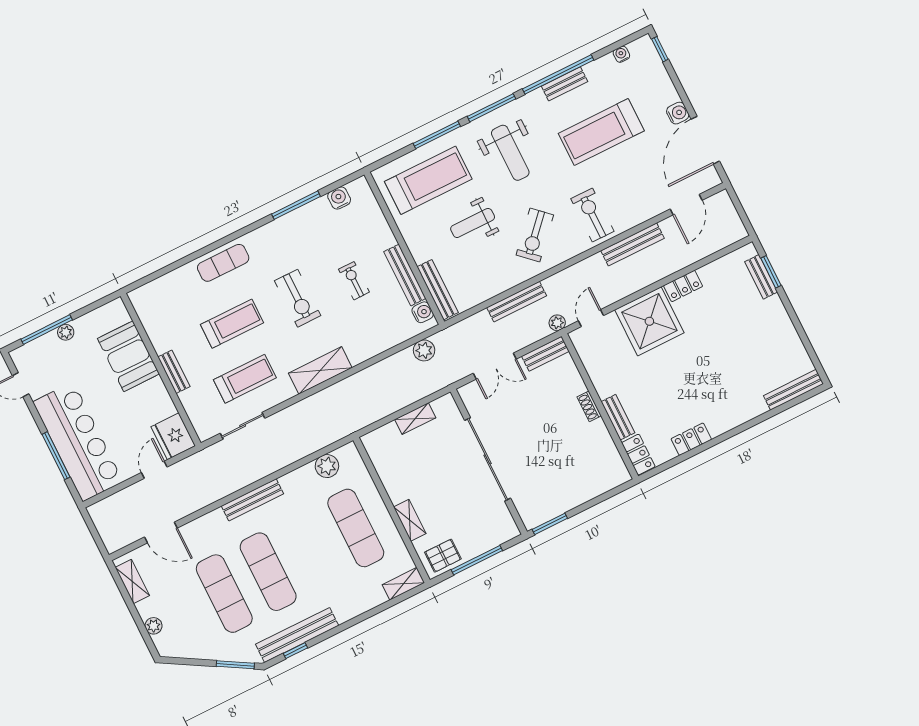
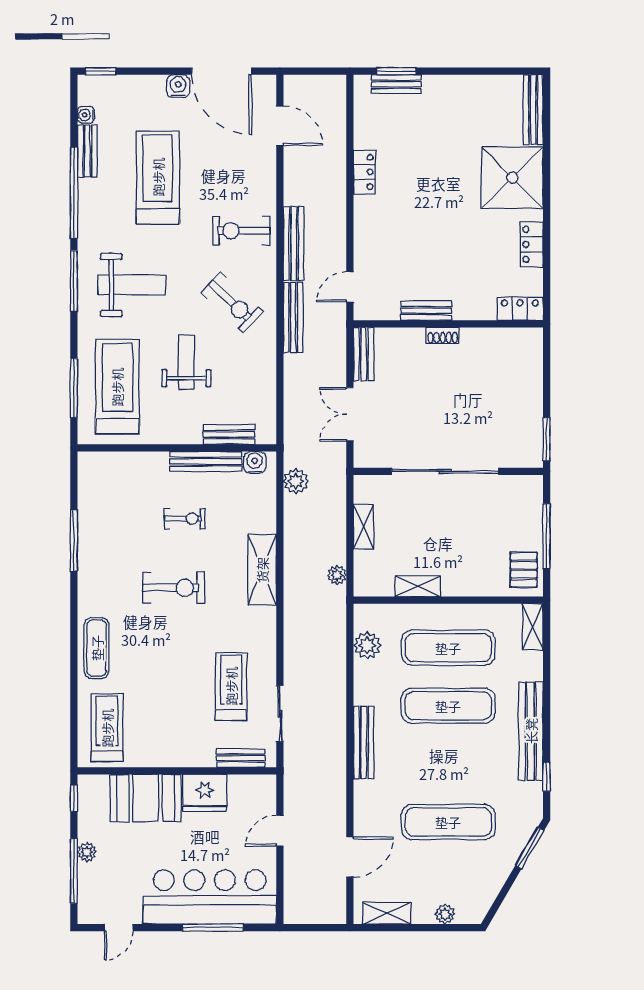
bench: (565, 84) -> (87, 151), moved
treadmill: (601, 132) -> (158, 177), turned 180
window: (437, 135) -> (74, 388), moved
water cooler: (339, 198) -> (89, 491), removed
weight bench: (473, 223) -> (186, 362), turned 180
bench: (632, 244) -> (294, 244), moved
exercise bike: (354, 281) -> (185, 519), turned 180
bench: (438, 290) -> (229, 435), width x0.73
window: (101, 302) -> (74, 798), added
bench: (517, 302) -> (293, 317), moved
door: (591, 318) -> (350, 287), hinge flipped
shower: (649, 321) -> (512, 177), moved
plant: (557, 323) -> (337, 575), moved
treadmill: (232, 324) -> (107, 728), moved
double door: (495, 366) -> (350, 414), swing flipped
shelving: (320, 370) -> (262, 570), moved
bench: (174, 372) -> (241, 758), moved
bench: (618, 417) -> (426, 311), moved
fridge: (173, 436) -> (205, 793), moved
door: (154, 470) -> (280, 831), hinge flipped
shelving: (410, 520) -> (418, 586), moved
exercise mat: (268, 572) -> (448, 706), moved
bench: (297, 635) -> (531, 731), moved

